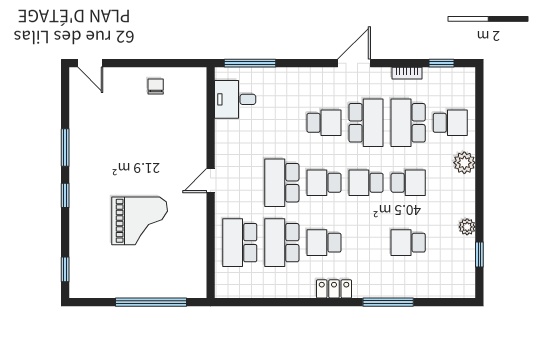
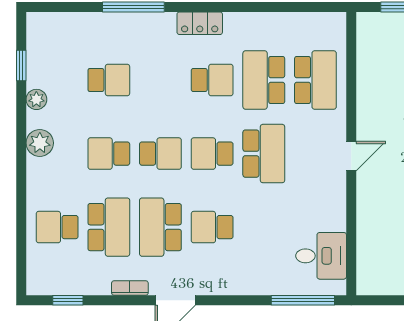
bookcase: (407, 73) -> (130, 288), moved
plant: (464, 163) -> (40, 143), moved
school desk: (324, 183) -> (212, 154), turned 180
school desk: (282, 243) -> (264, 80), turned 180

